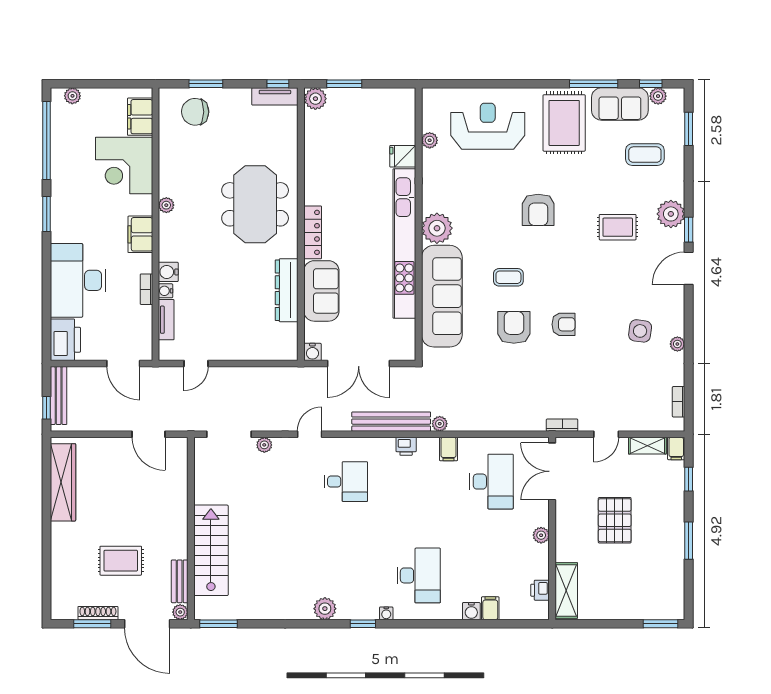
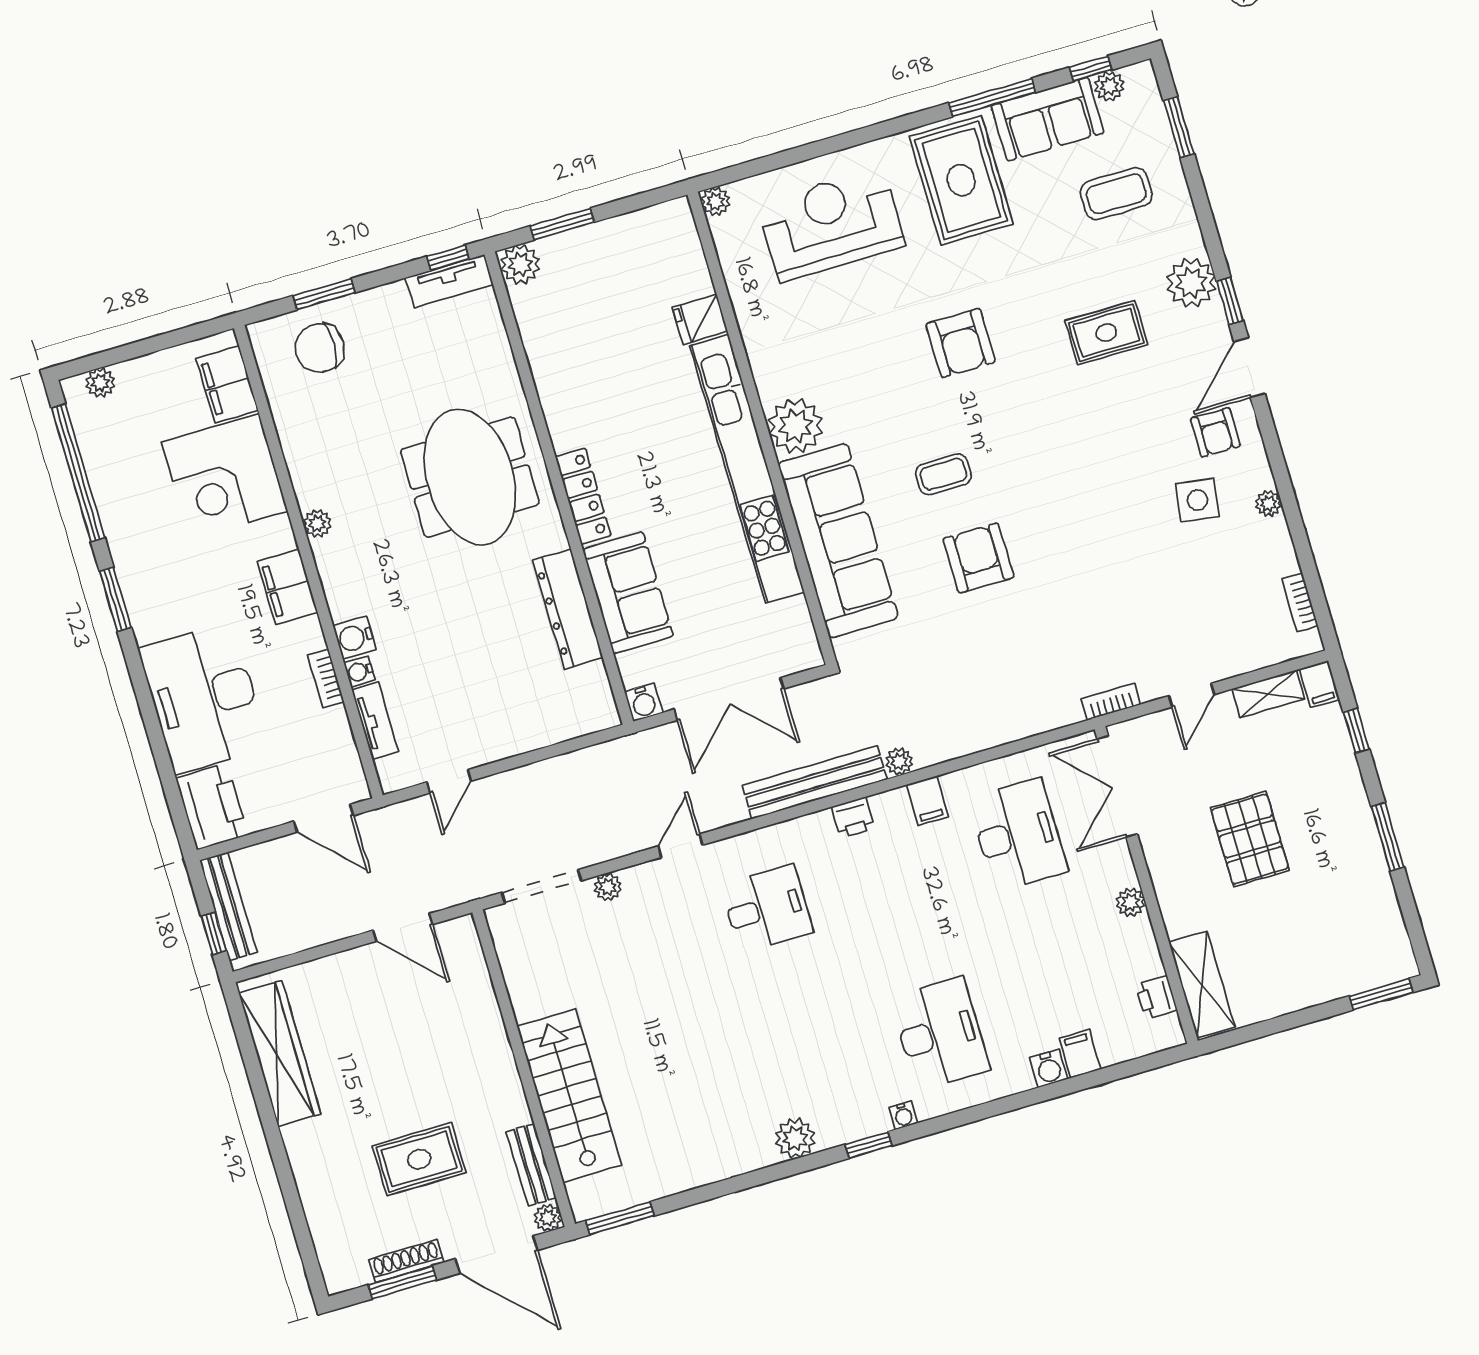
plant: (430, 140) -> (716, 201), moved
armchair: (564, 324) -> (1215, 432), moved, turned 90

